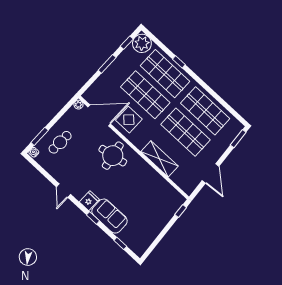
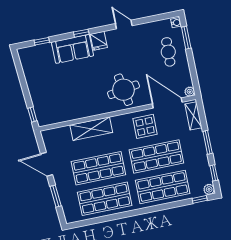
plant: (142, 43) -> (209, 189), width x0.53, depth x0.53
window: (179, 62) -> (200, 199), moved
shelving: (95, 89) -> (193, 116), added
door: (99, 115) -> (167, 103), swing flipped
window: (238, 139) -> (56, 196), moved

